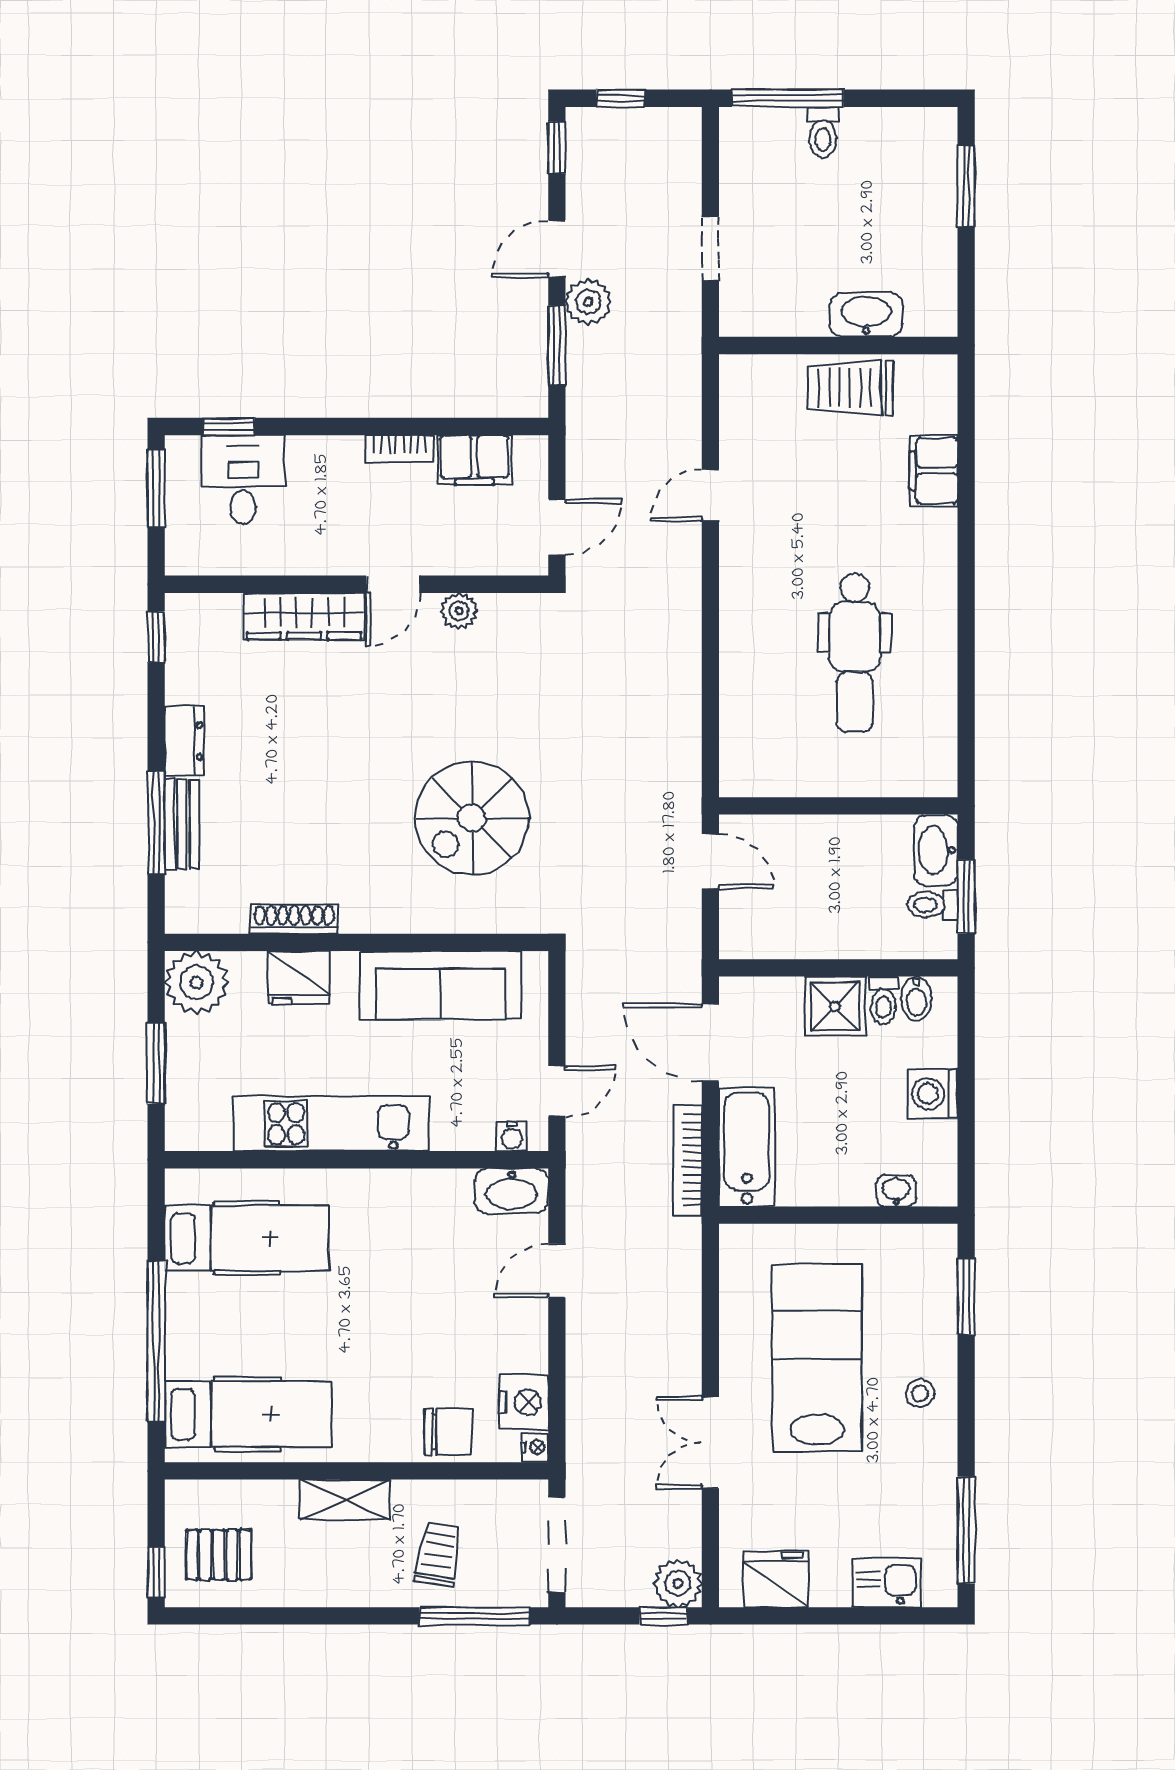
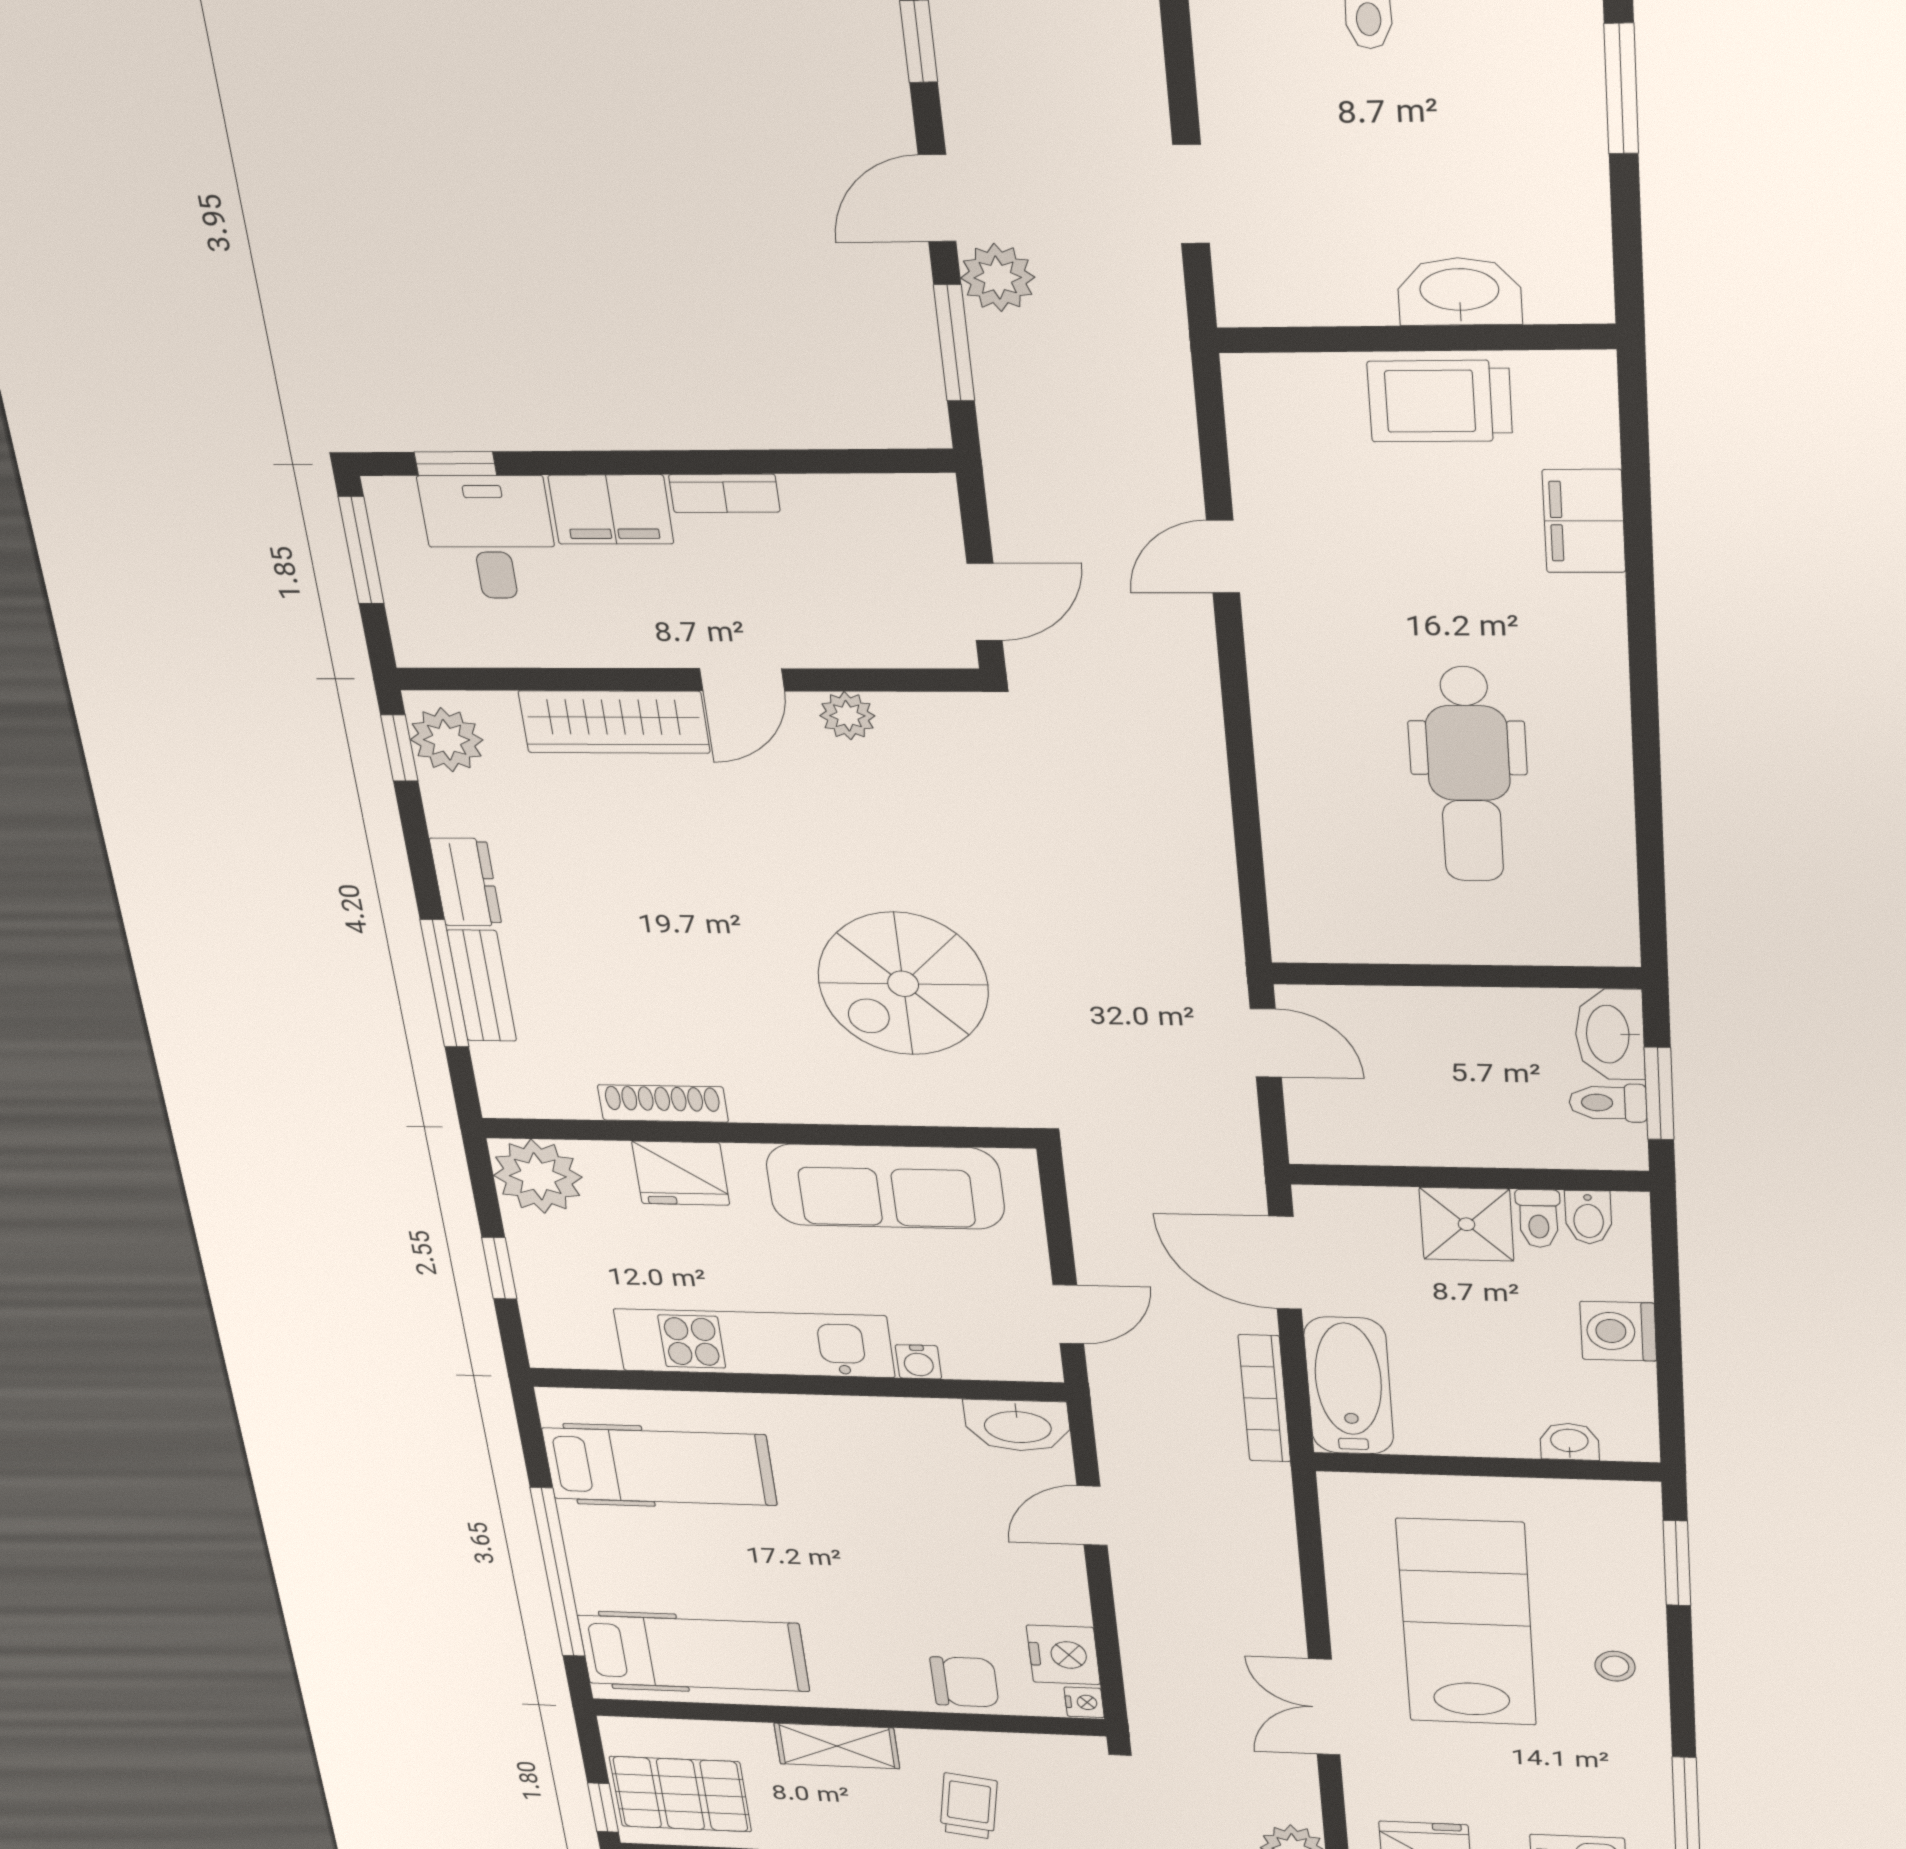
filing cabinet: (474, 460) -> (611, 510), moved
plant: (189, 630) -> (447, 740), added
window: (156, 1063) -> (499, 1268), width x0.67
water cooler: (512, 1136) -> (918, 1362), moved
pallet: (219, 1555) -> (681, 1794), width x1.50, depth x1.42

